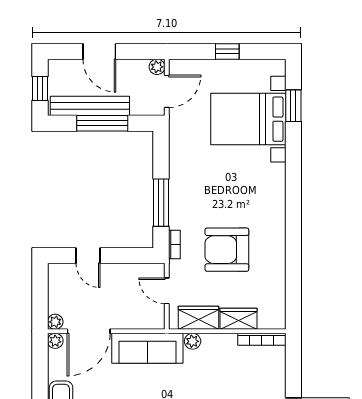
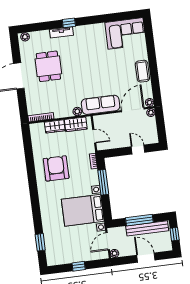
bed with nightstands: (248, 119) -> (83, 210), moved, turned 180
armchair: (227, 250) -> (56, 168), moved, turned -90

